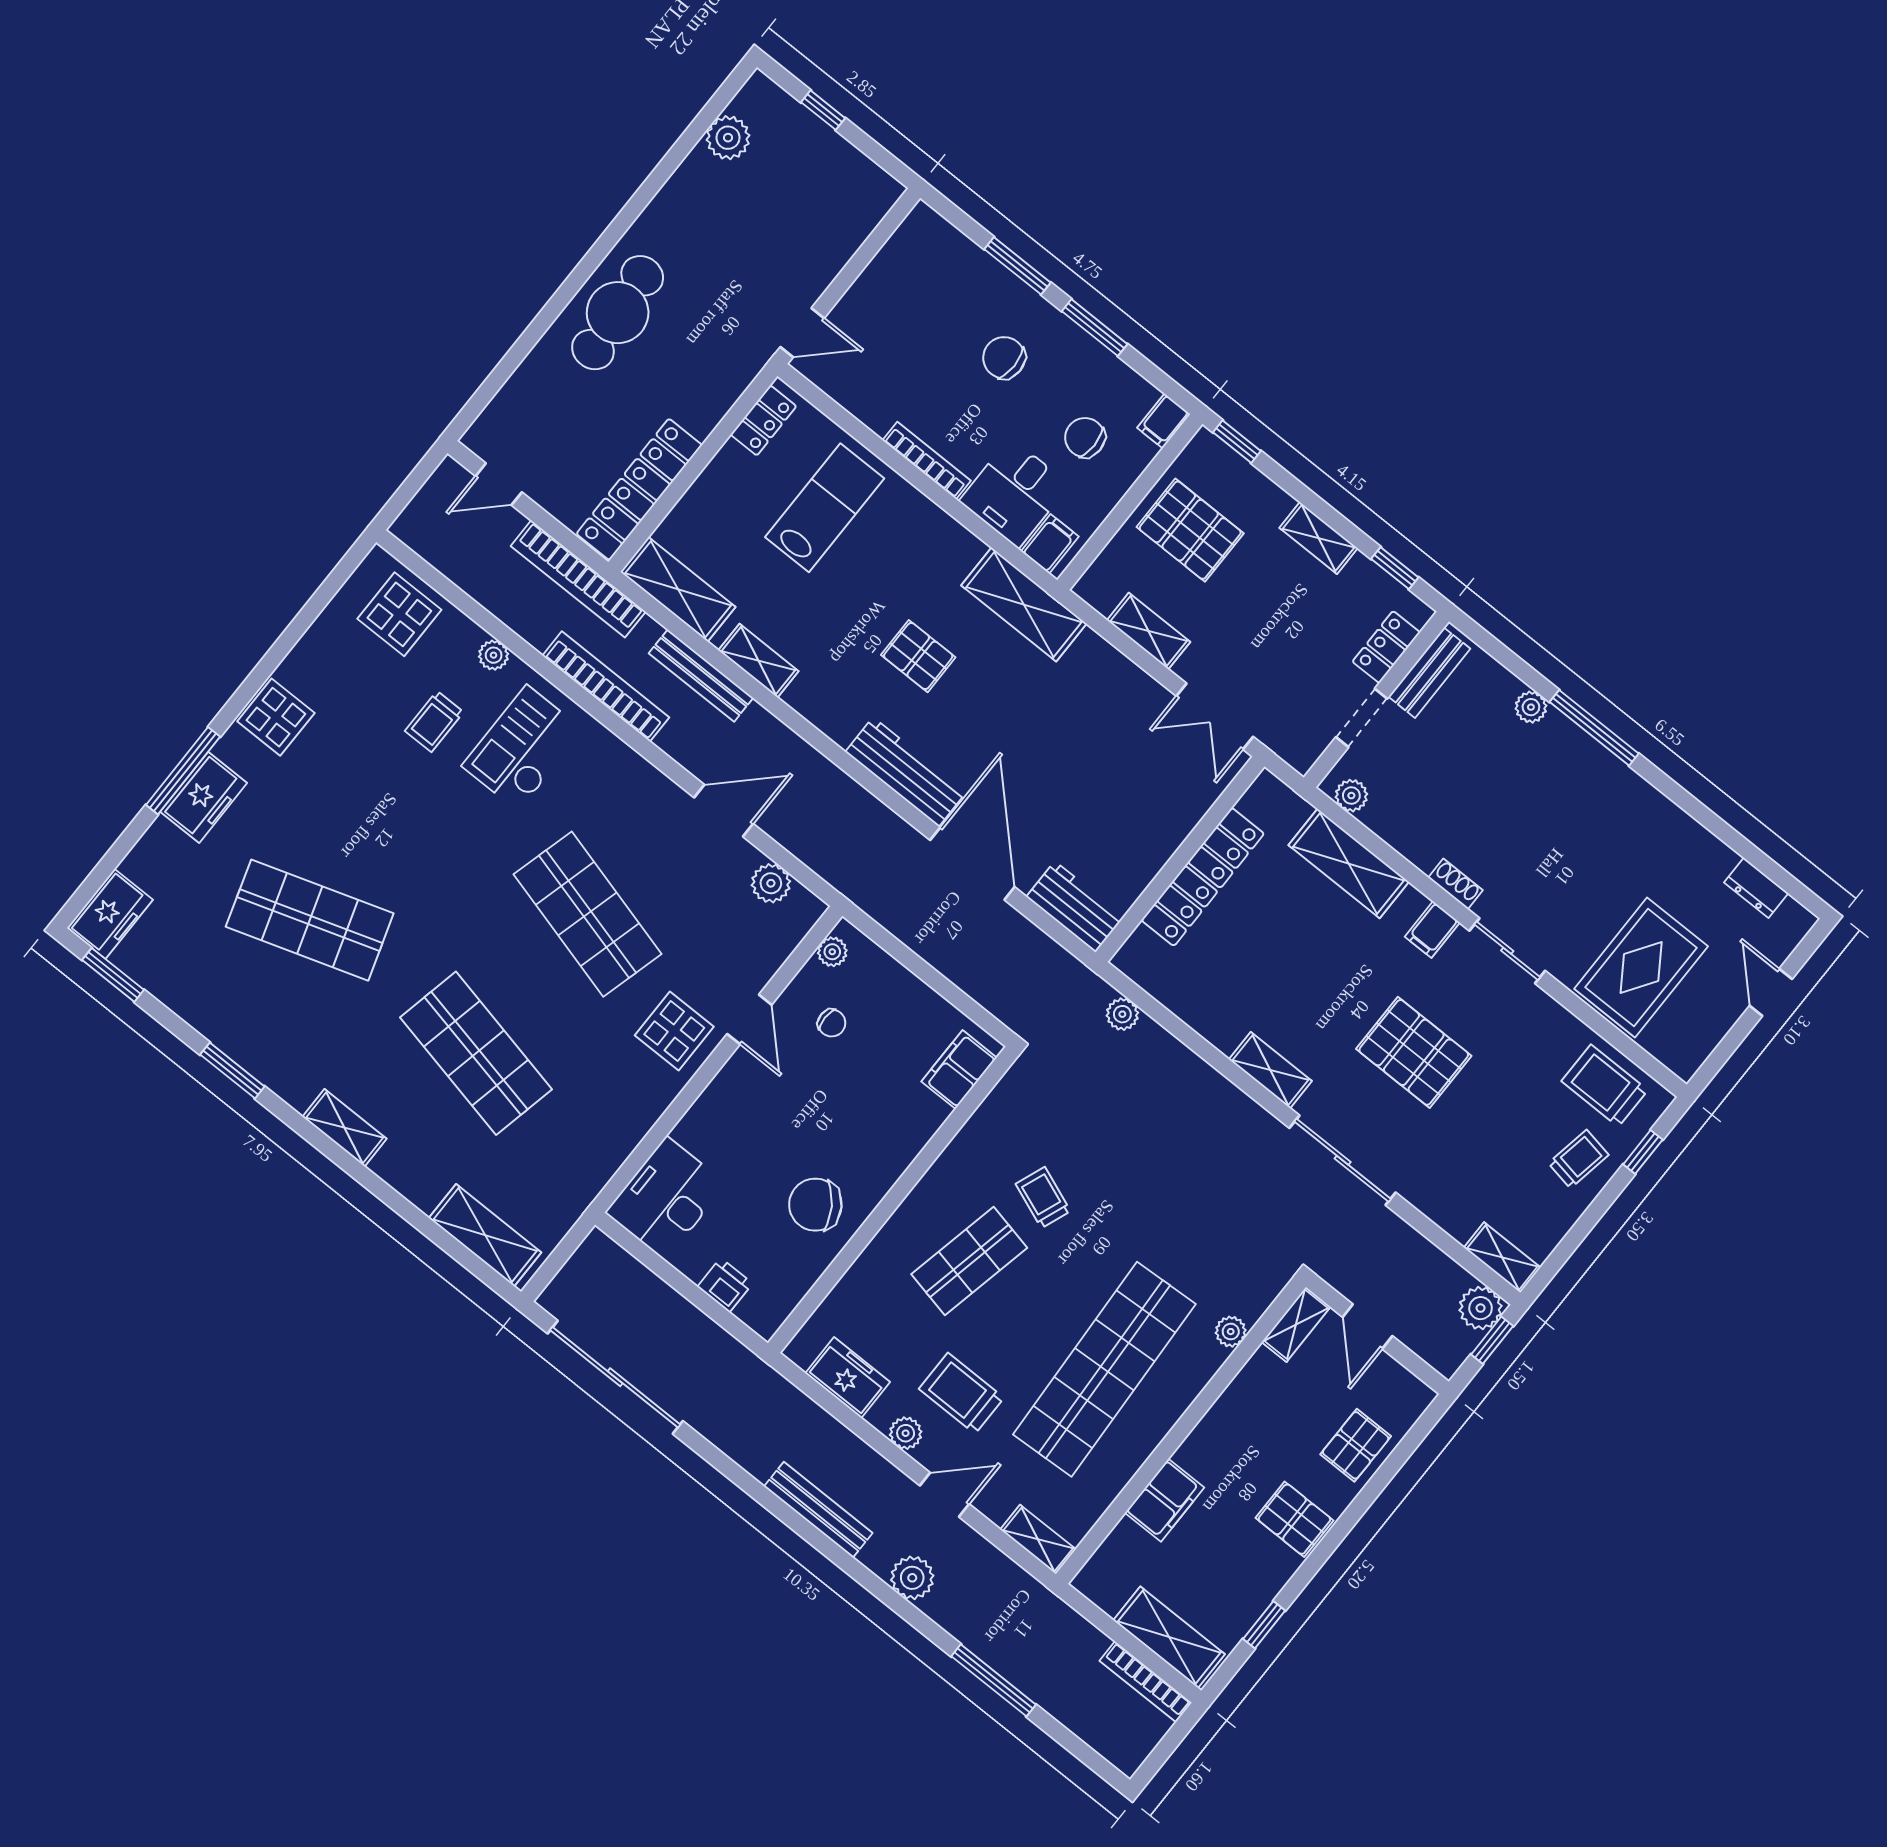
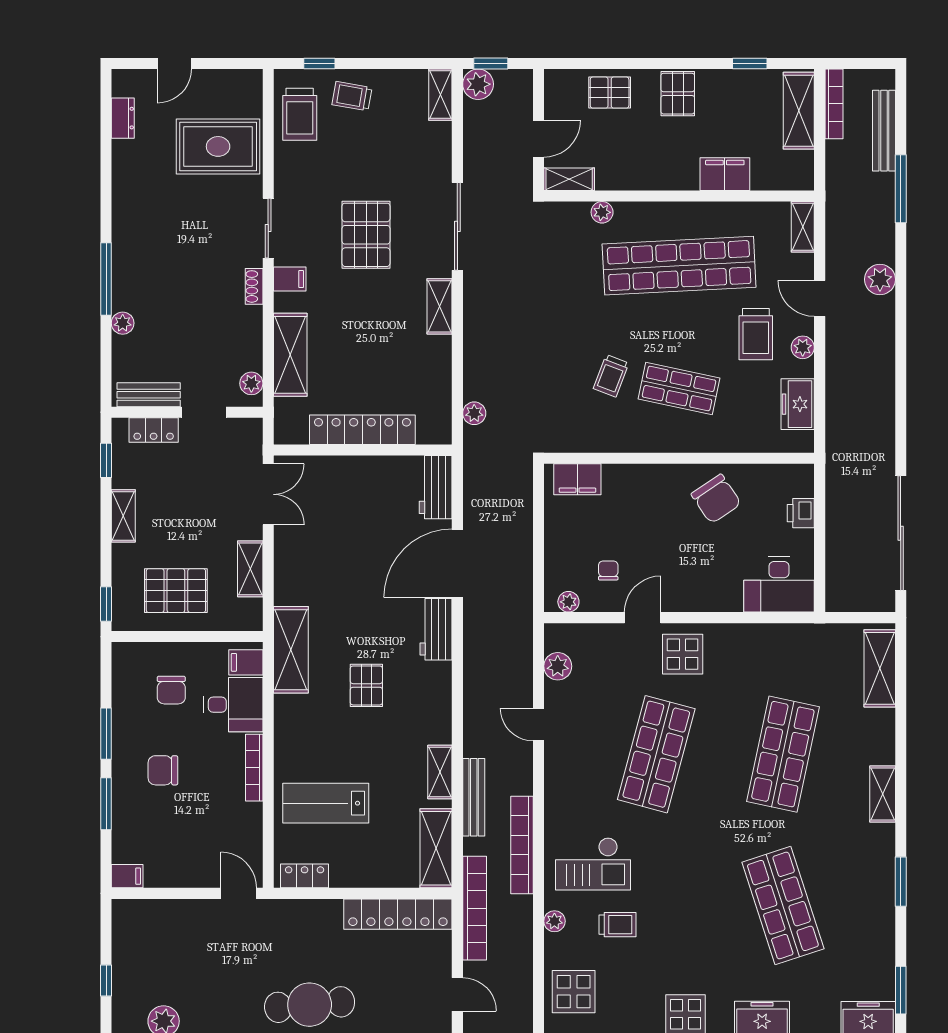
chair: (1004, 358) -> (163, 770), turned 90
filing cabinet: (1164, 421) -> (127, 876), moved
pallet: (1190, 530) -> (176, 591), turned 90
workbench: (906, 772) -> (436, 629), width x0.73
door: (724, 811) -> (538, 725), width x0.73
bench: (818, 1510) -> (884, 131), moved

